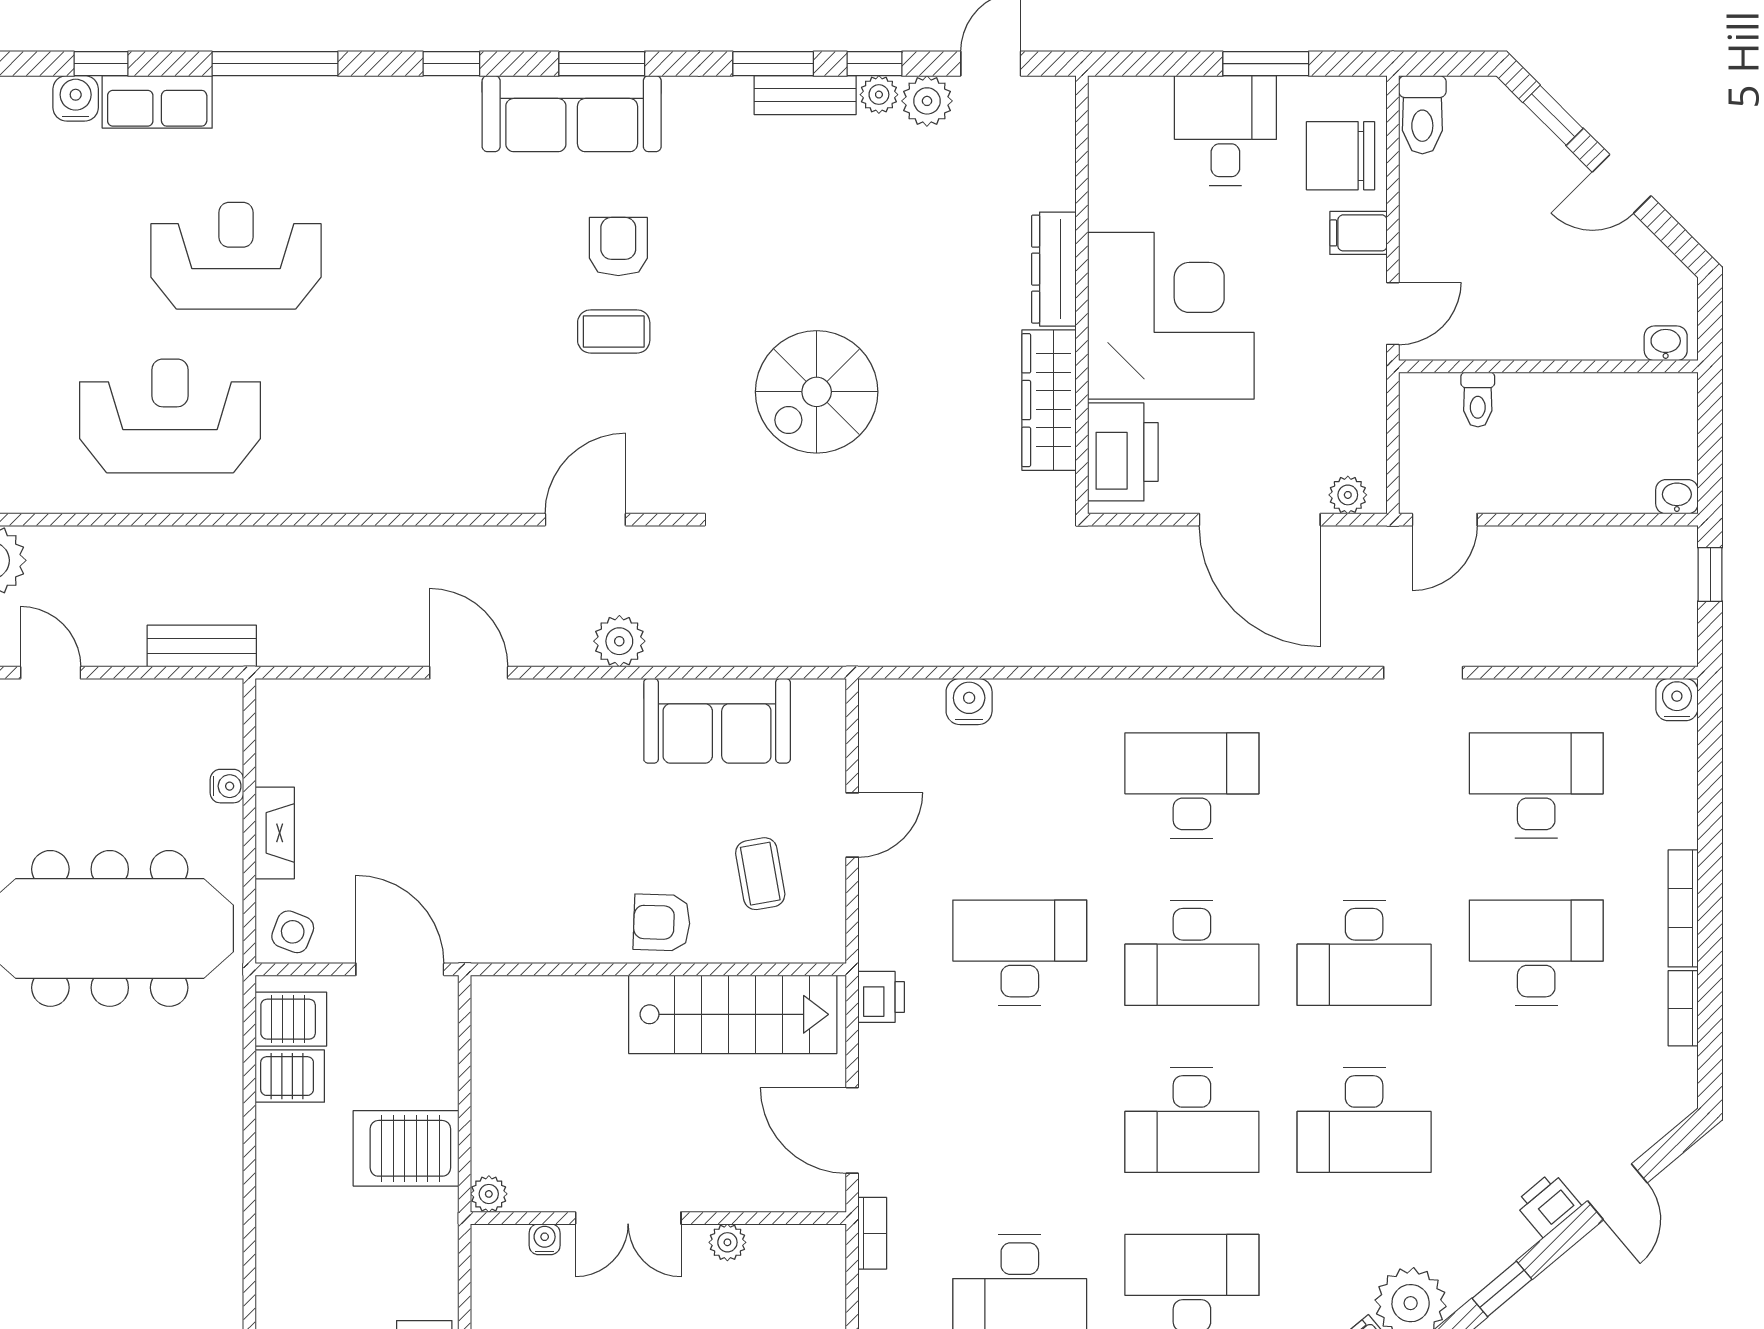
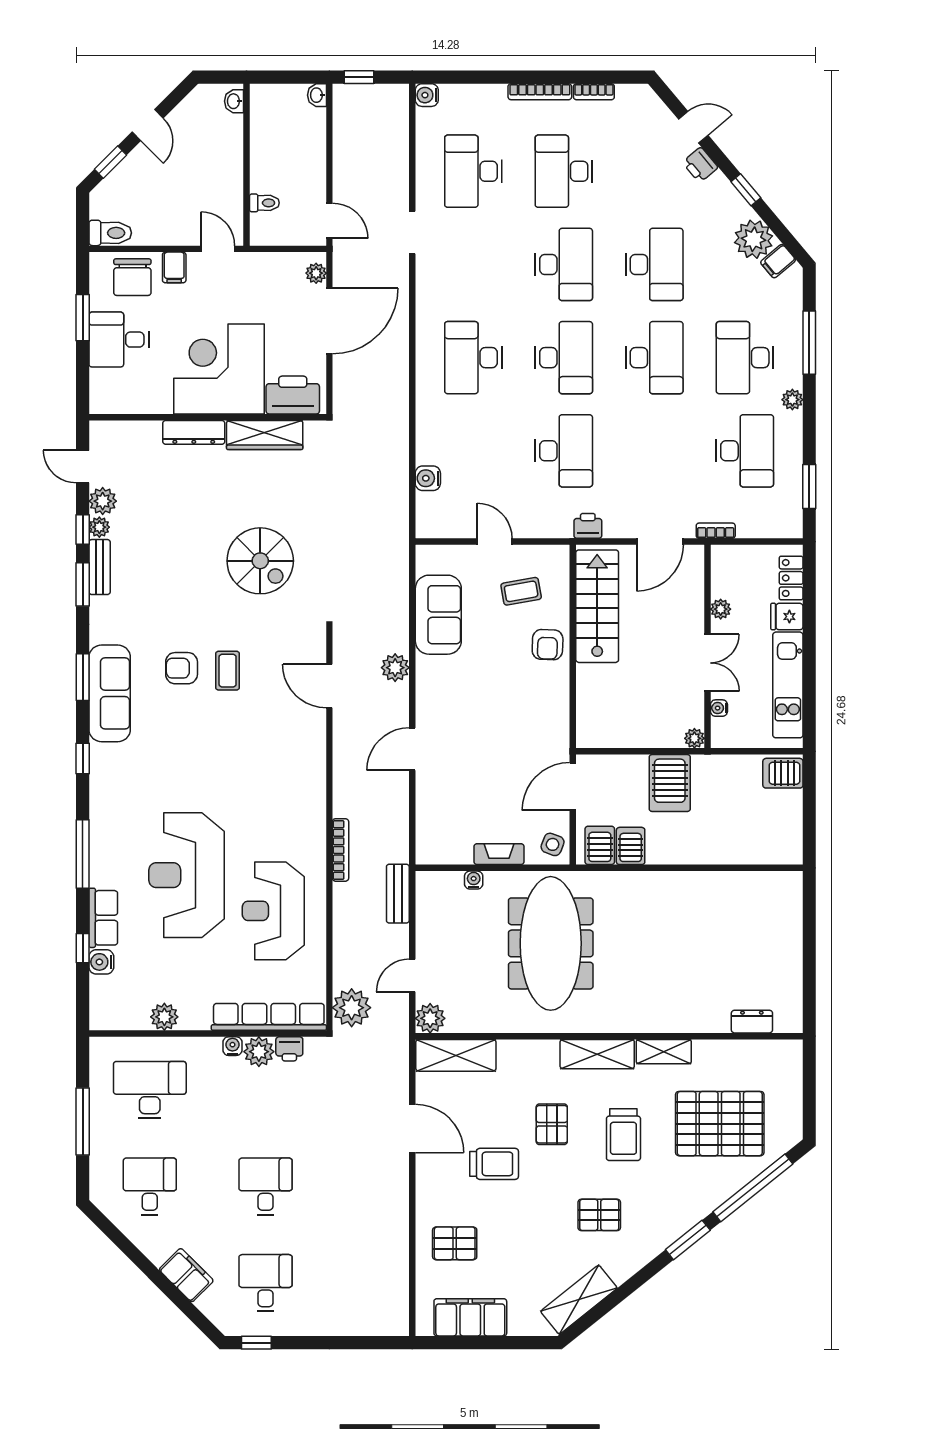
reception desk: (236, 256) -> (187, 875), width x1.36, depth x1.30
bookcase: (282, 540) -> (340, 850), added
desk: (1020, 953) -> (564, 451), turned 180

